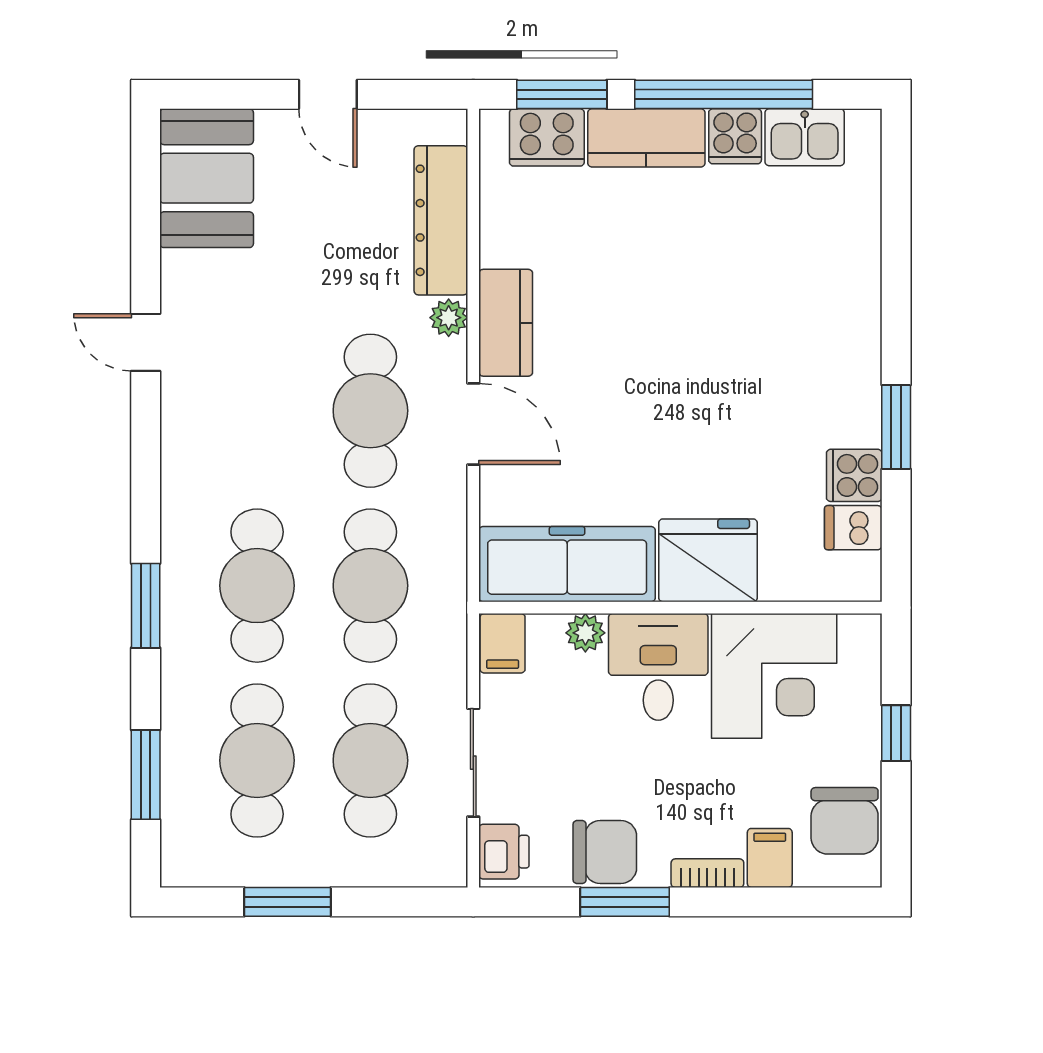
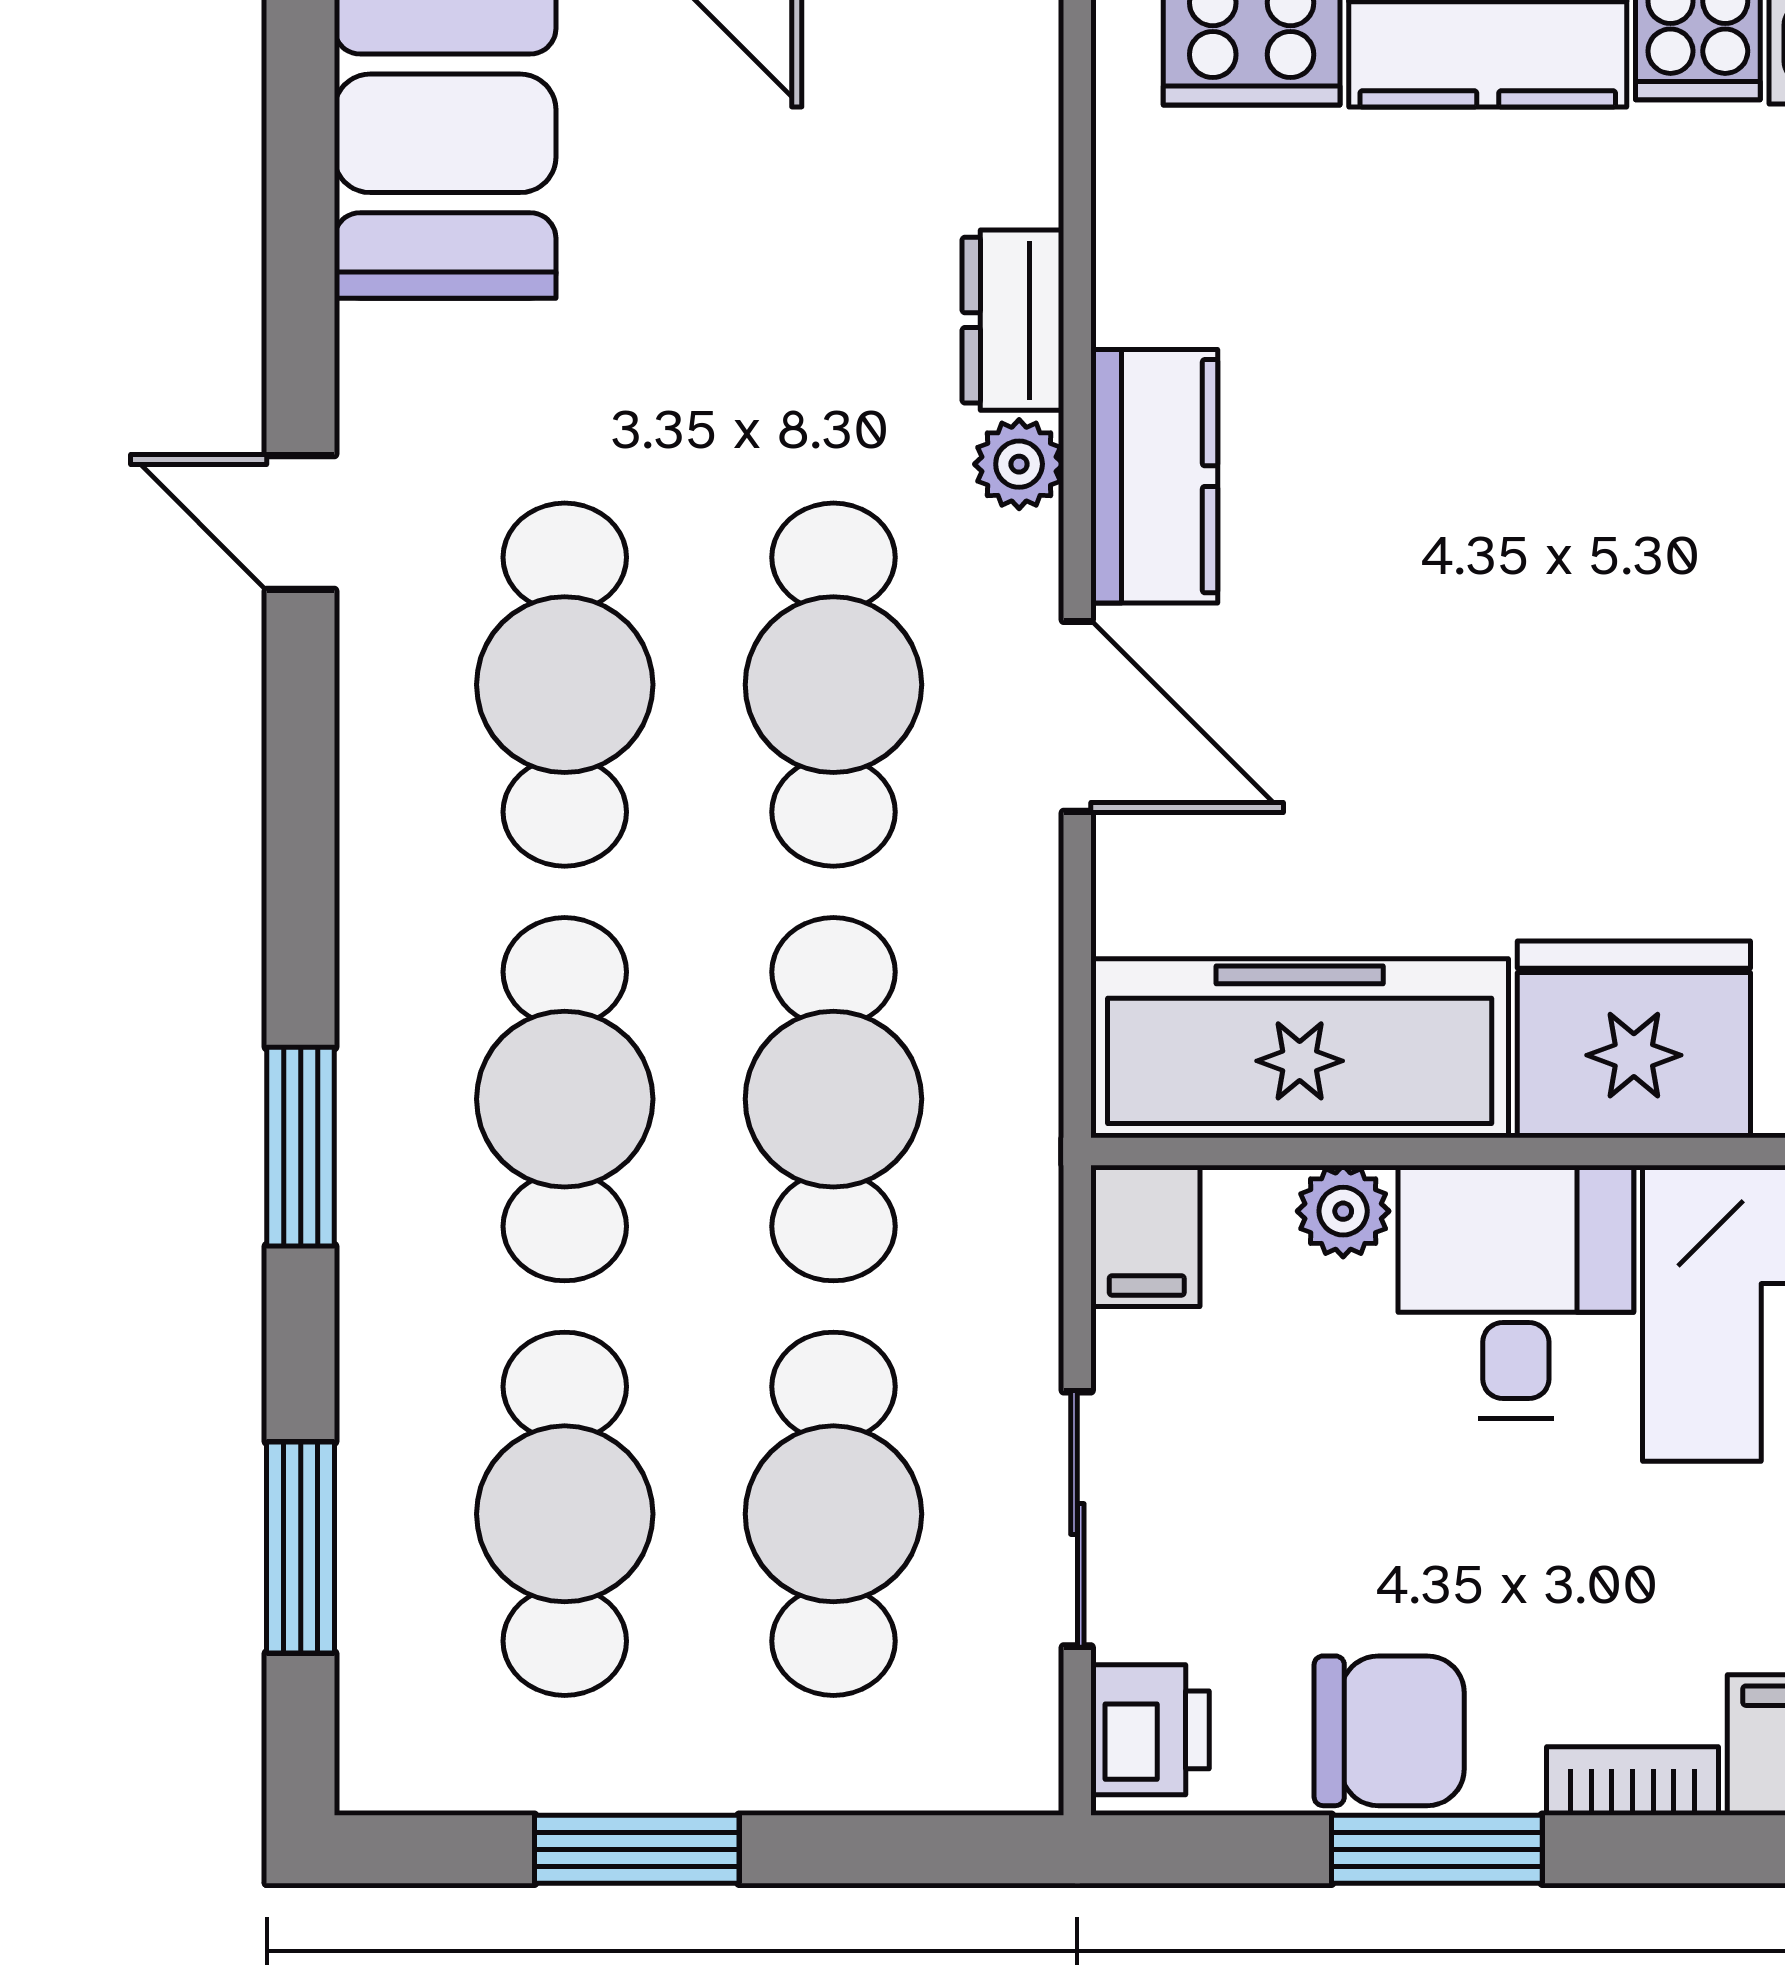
dresser: (441, 220) -> (1013, 320), width x0.51, depth x0.80
cafe table: (257, 411) -> (565, 685), added

